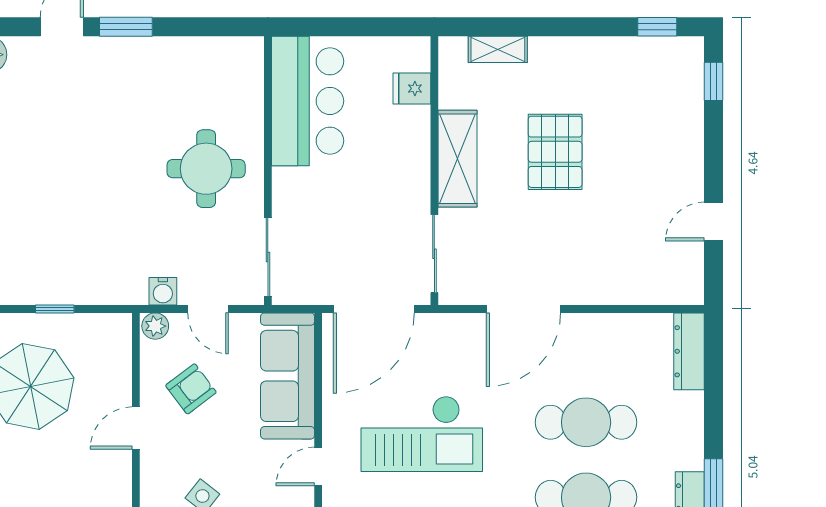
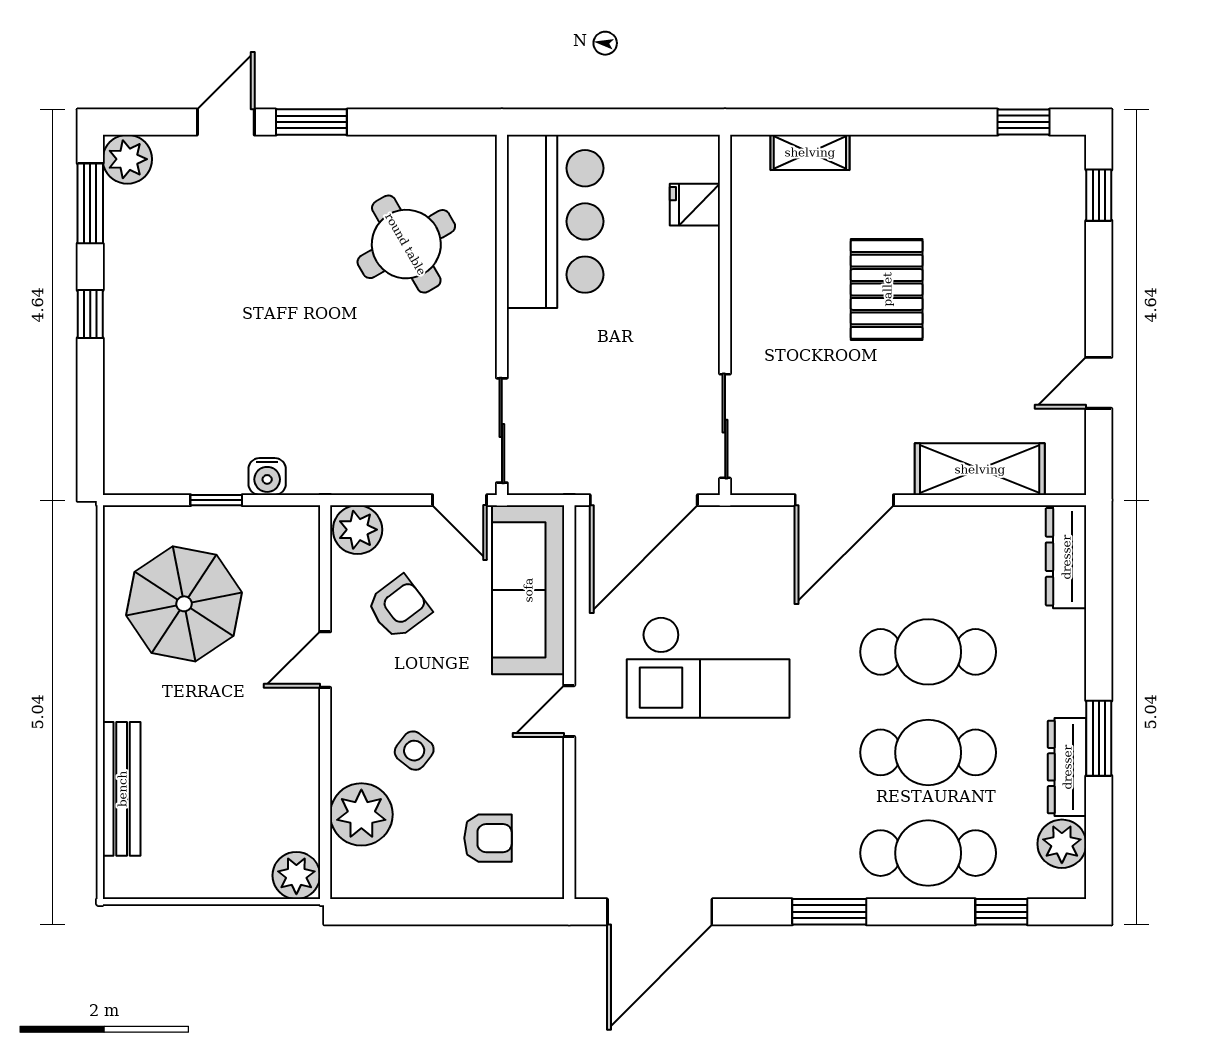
shelving: (458, 159) -> (980, 469), moved, turned 90
round table: (206, 169) -> (406, 244), moved, turned -30
water cooler: (163, 291) -> (267, 476), moved
door: (208, 309) -> (460, 500), moved
plant: (155, 326) -> (358, 530), width x1.38, depth x1.38

